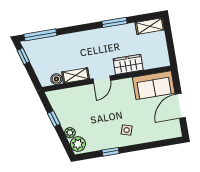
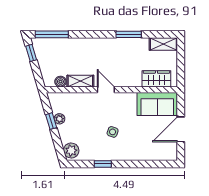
wardrobe: (128, 64) -> (156, 79), moved
door: (102, 80) -> (106, 90), swing flipped
side table: (127, 130) -> (113, 132), moved
plant: (70, 133) -> (59, 119), moved

